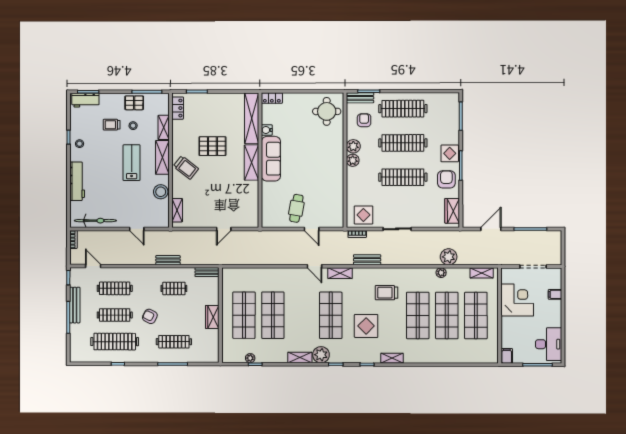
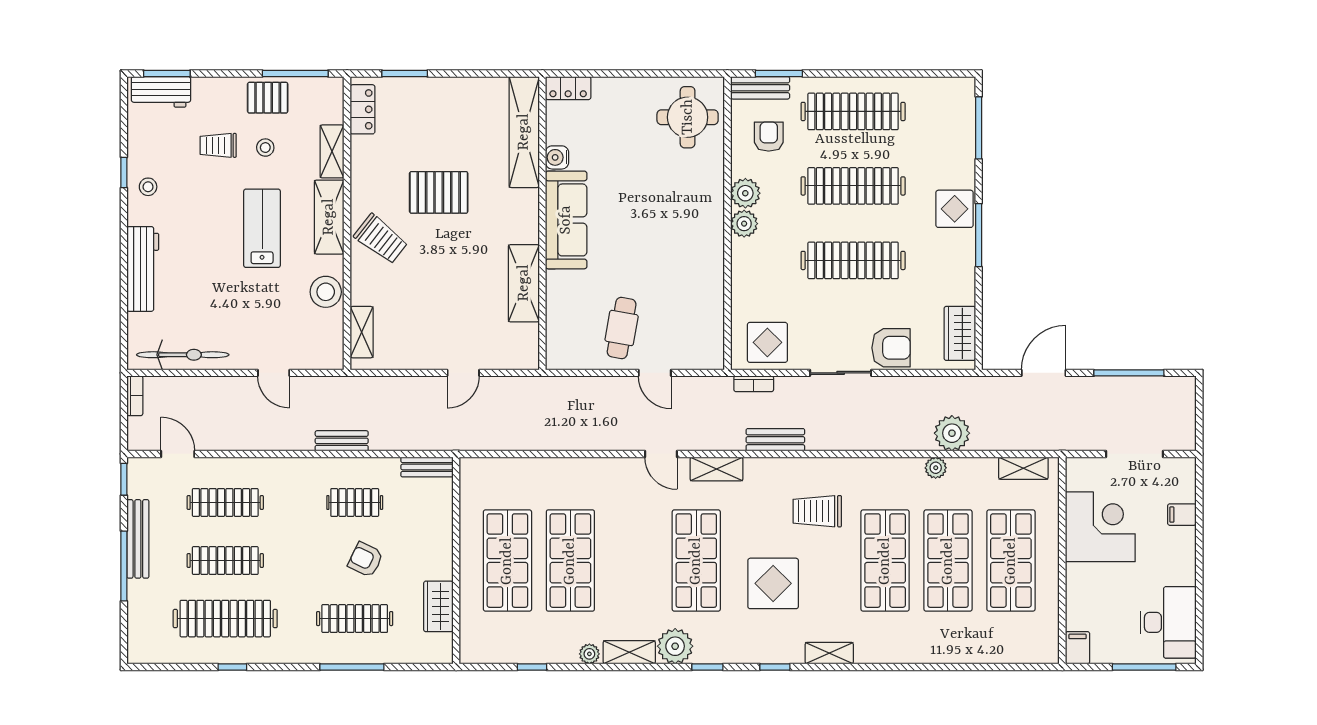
shelving: (251, 162) -> (524, 283), moved
armchair: (446, 179) -> (891, 348), moved, turned 90
armchair: (150, 316) -> (366, 560), moved
wardrobe: (212, 317) -> (438, 606), moved
plant: (250, 358) -> (589, 654), moved

